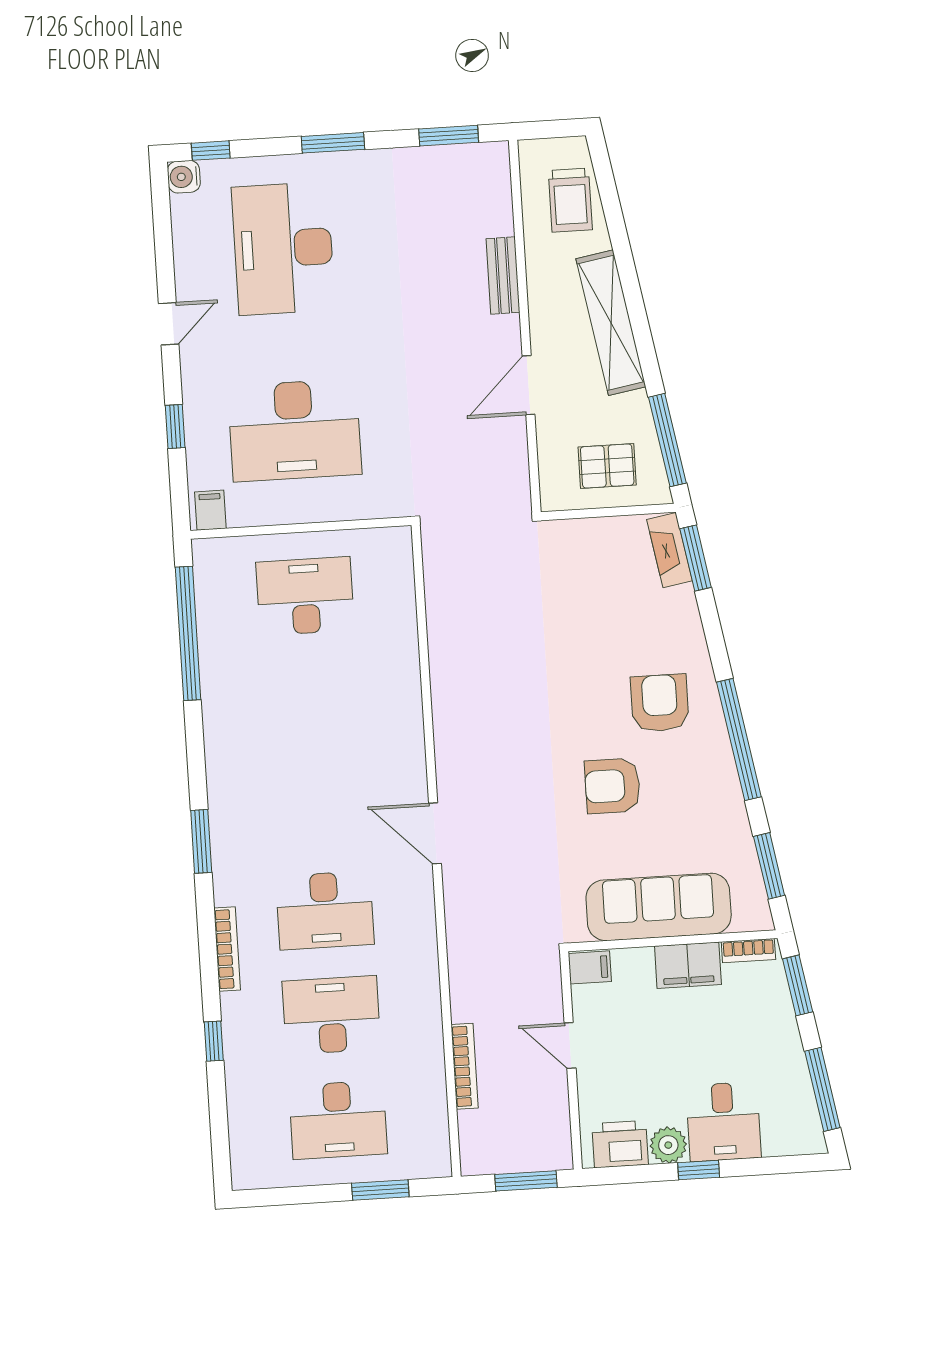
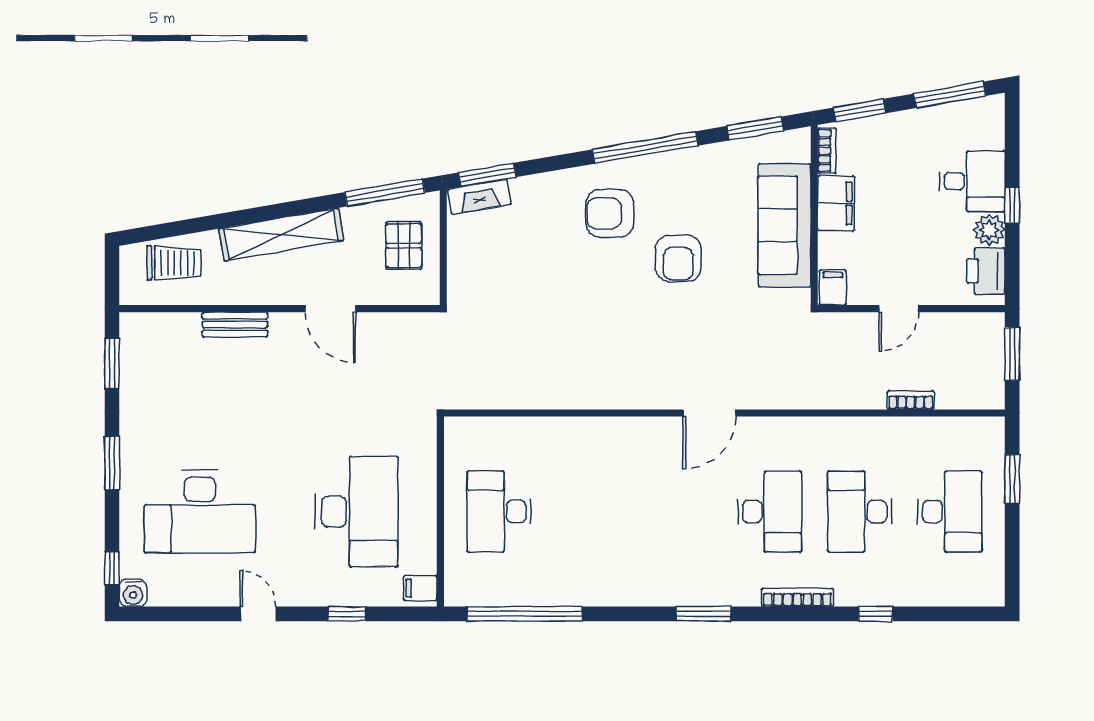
bookcase: (465, 1066) -> (911, 400), width x0.64

